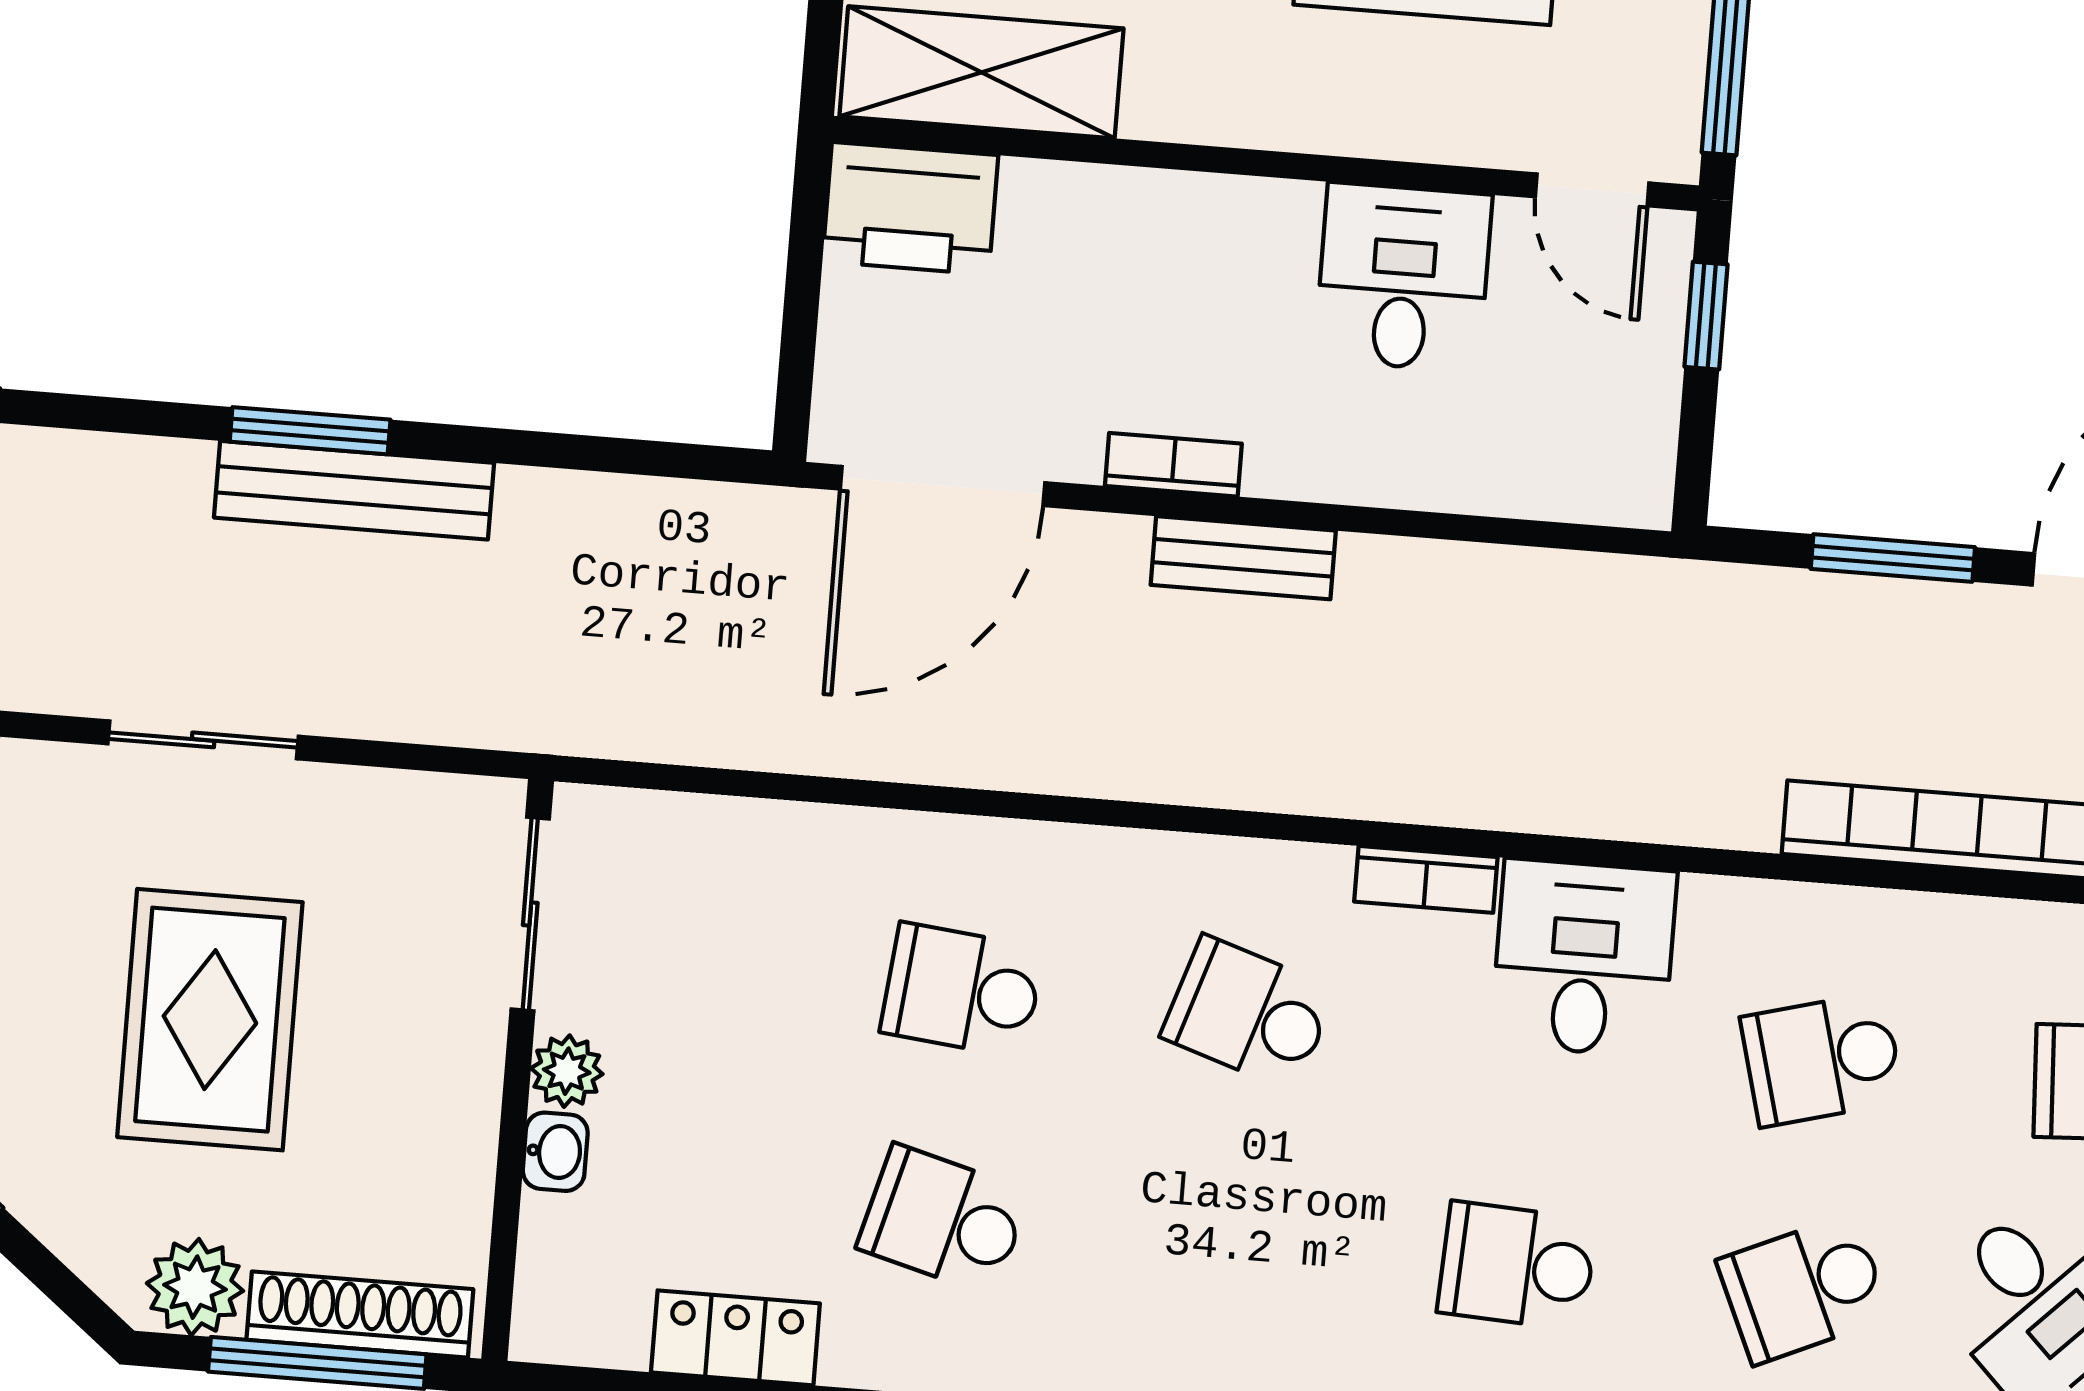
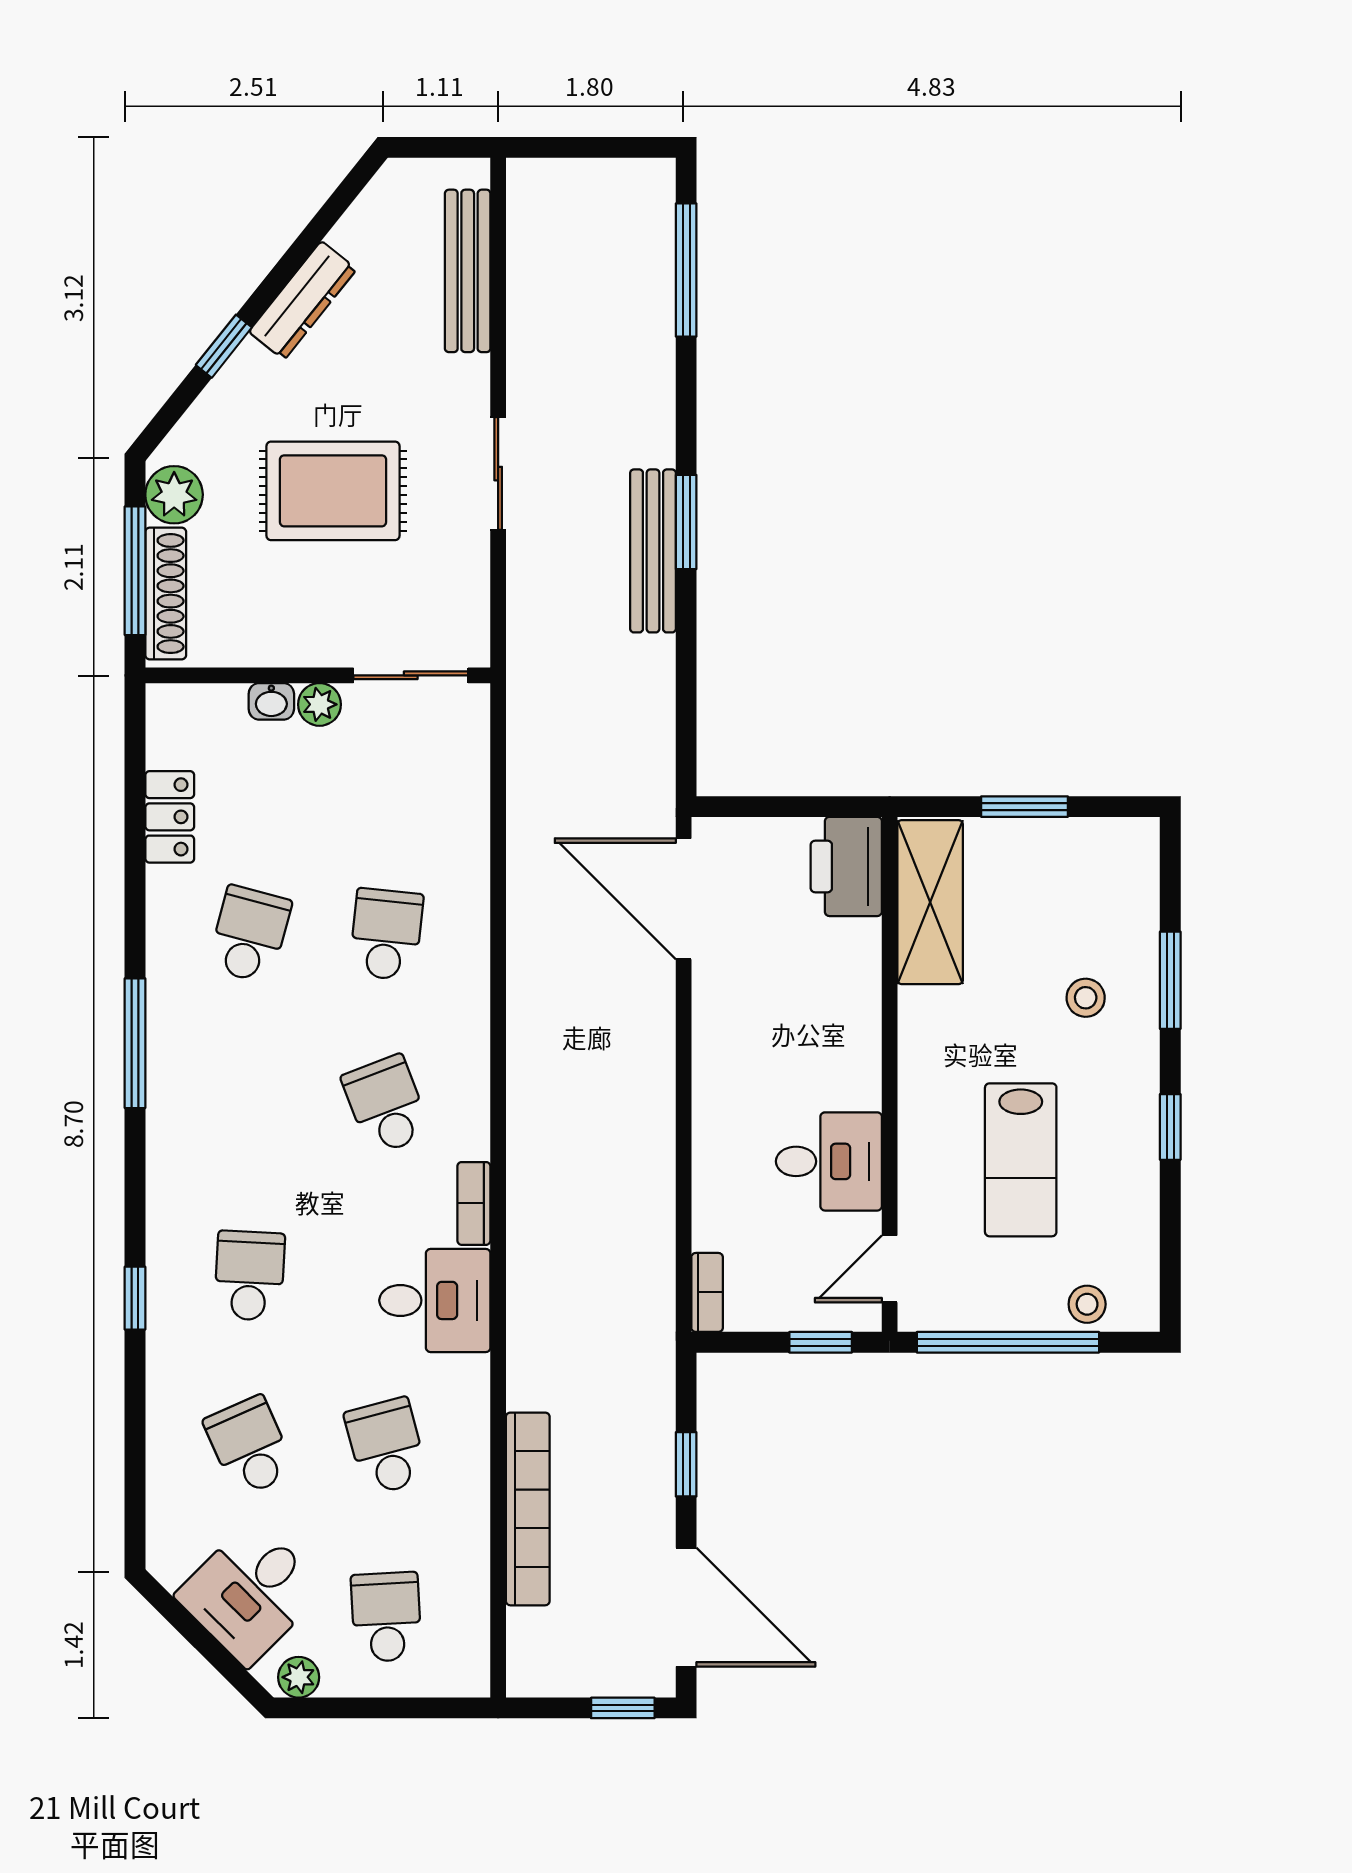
bookcase: (1173, 465) -> (707, 1292), moved
bench: (1243, 558) -> (655, 1080), removed
window: (1893, 558) -> (686, 1464), width x0.67
school desk: (1249, 1013) -> (386, 1105), turned -39

